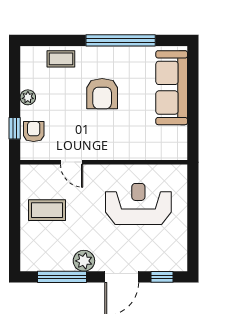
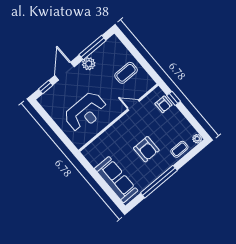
armchair: (102, 94) -> (146, 149), turned 180
plant: (28, 97) -> (197, 139), moved

